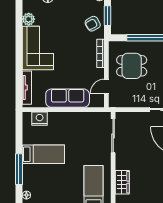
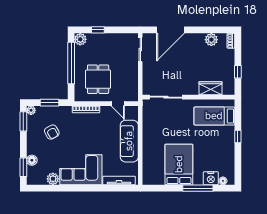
armchair: (93, 24) -> (52, 132), moved
nightstand: (40, 119) -> (211, 178), moved, turned -90
bed: (43, 154) -> (179, 164), width x1.50

